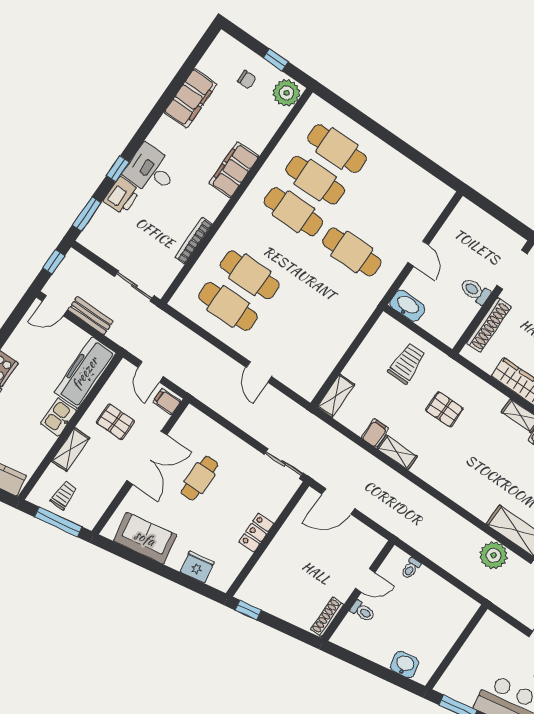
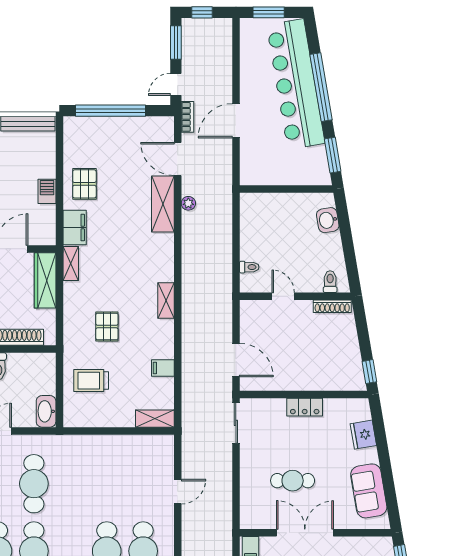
shelving: (397, 452) -> (166, 301), moved
plant: (494, 555) -> (188, 203), width x0.53, depth x0.53
toilet: (363, 611) -> (330, 282), moved

